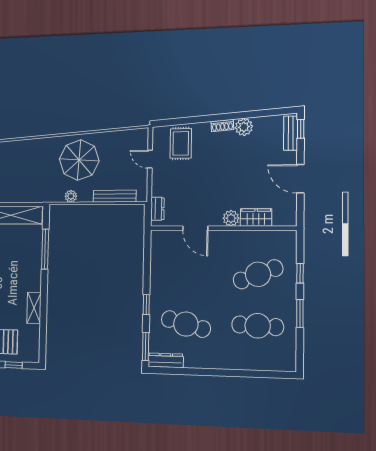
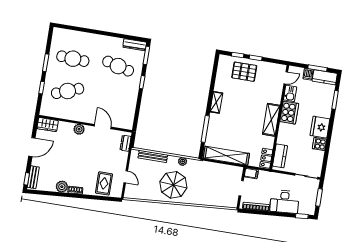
door: (300, 179) -> (32, 147), hinge flipped
wardrobe: (256, 218) -> (48, 125), moved
shelving: (34, 308) -> (216, 102), moved

